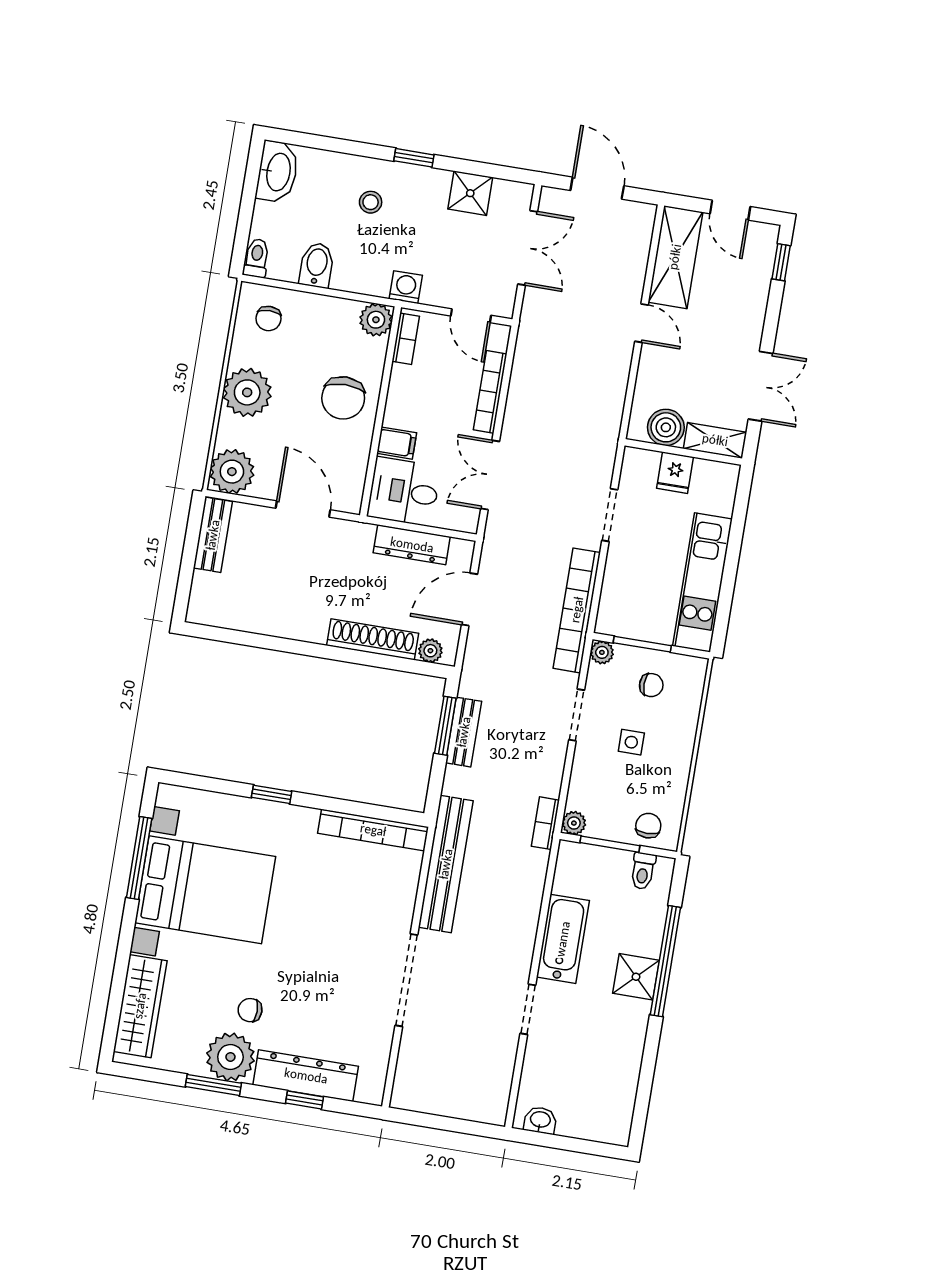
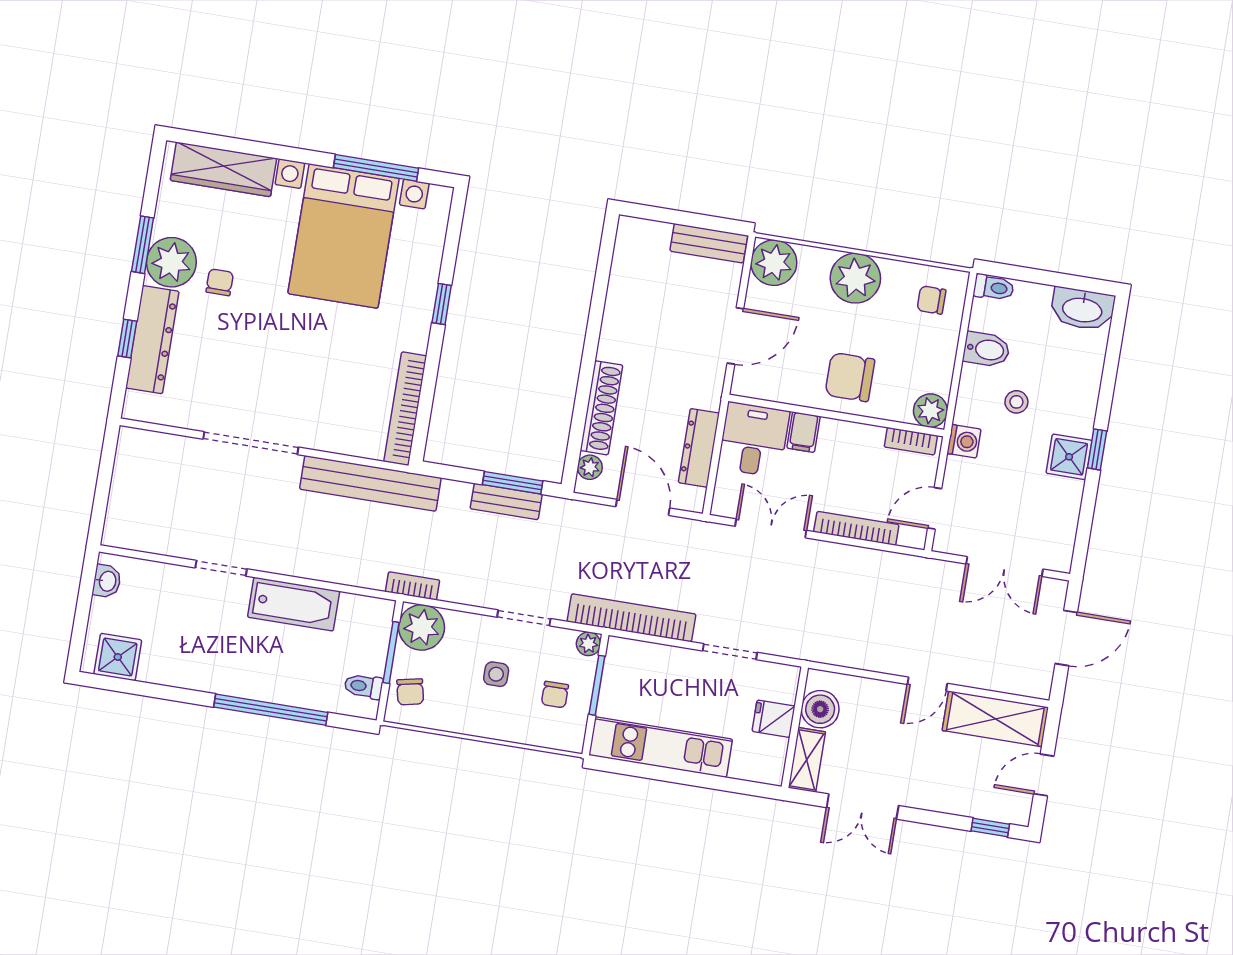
shower: (470, 193) -> (1069, 457), moved
stool: (371, 202) -> (1016, 402), moved
plant: (574, 823) -> (422, 627), width x1.88, depth x1.88
chair: (648, 826) -> (410, 692), turned 78
shower: (636, 977) -> (118, 657), moved

